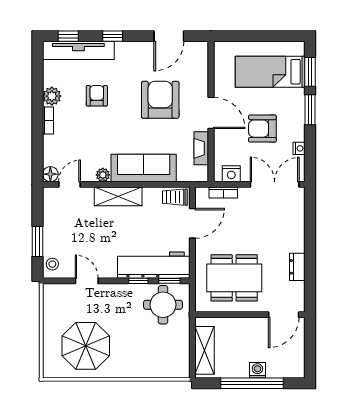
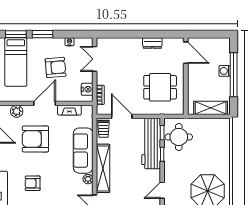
plant: (200, 73) -> (17, 111), added
armchair: (262, 129) -> (56, 67), turned -95
double door: (275, 184) -> (95, 59), width x0.73
shelving: (118, 196) -> (103, 168), width x1.47
dining table: (234, 278) -> (160, 87), width x0.73

